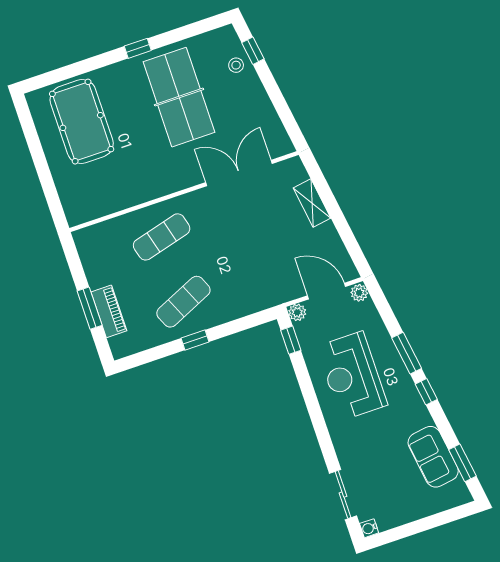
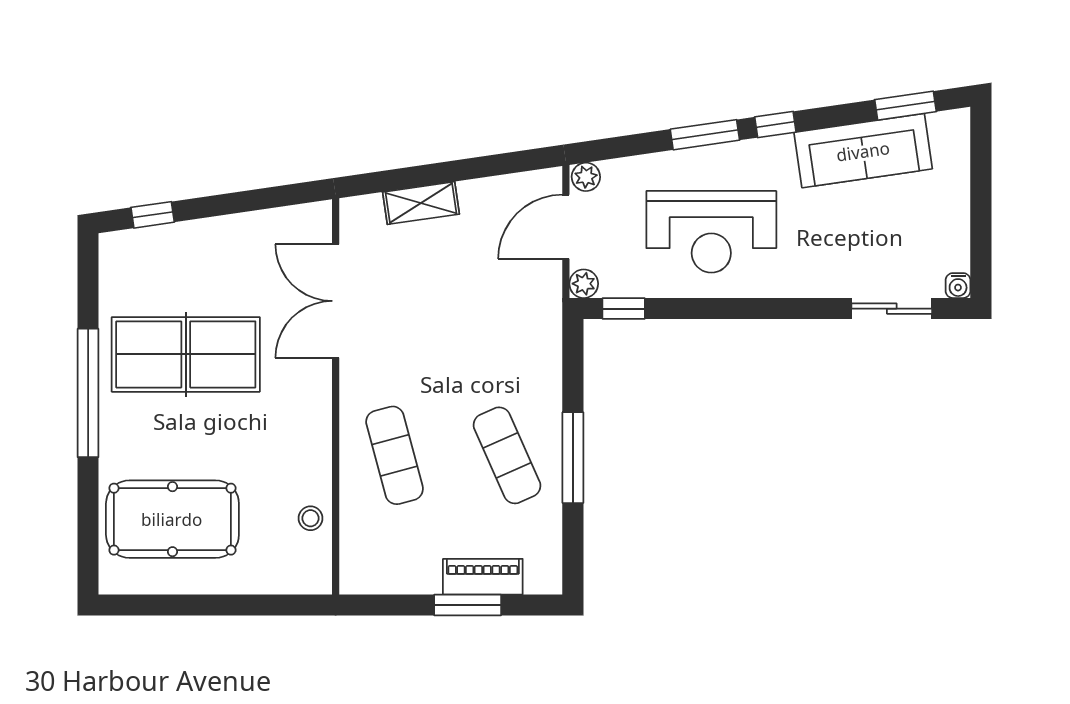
window: (138, 48) -> (88, 393), width x3.17
stool: (236, 65) -> (311, 518), moved
window: (195, 340) -> (573, 458), width x2.17
sofa: (433, 457) -> (863, 151), width x1.36

